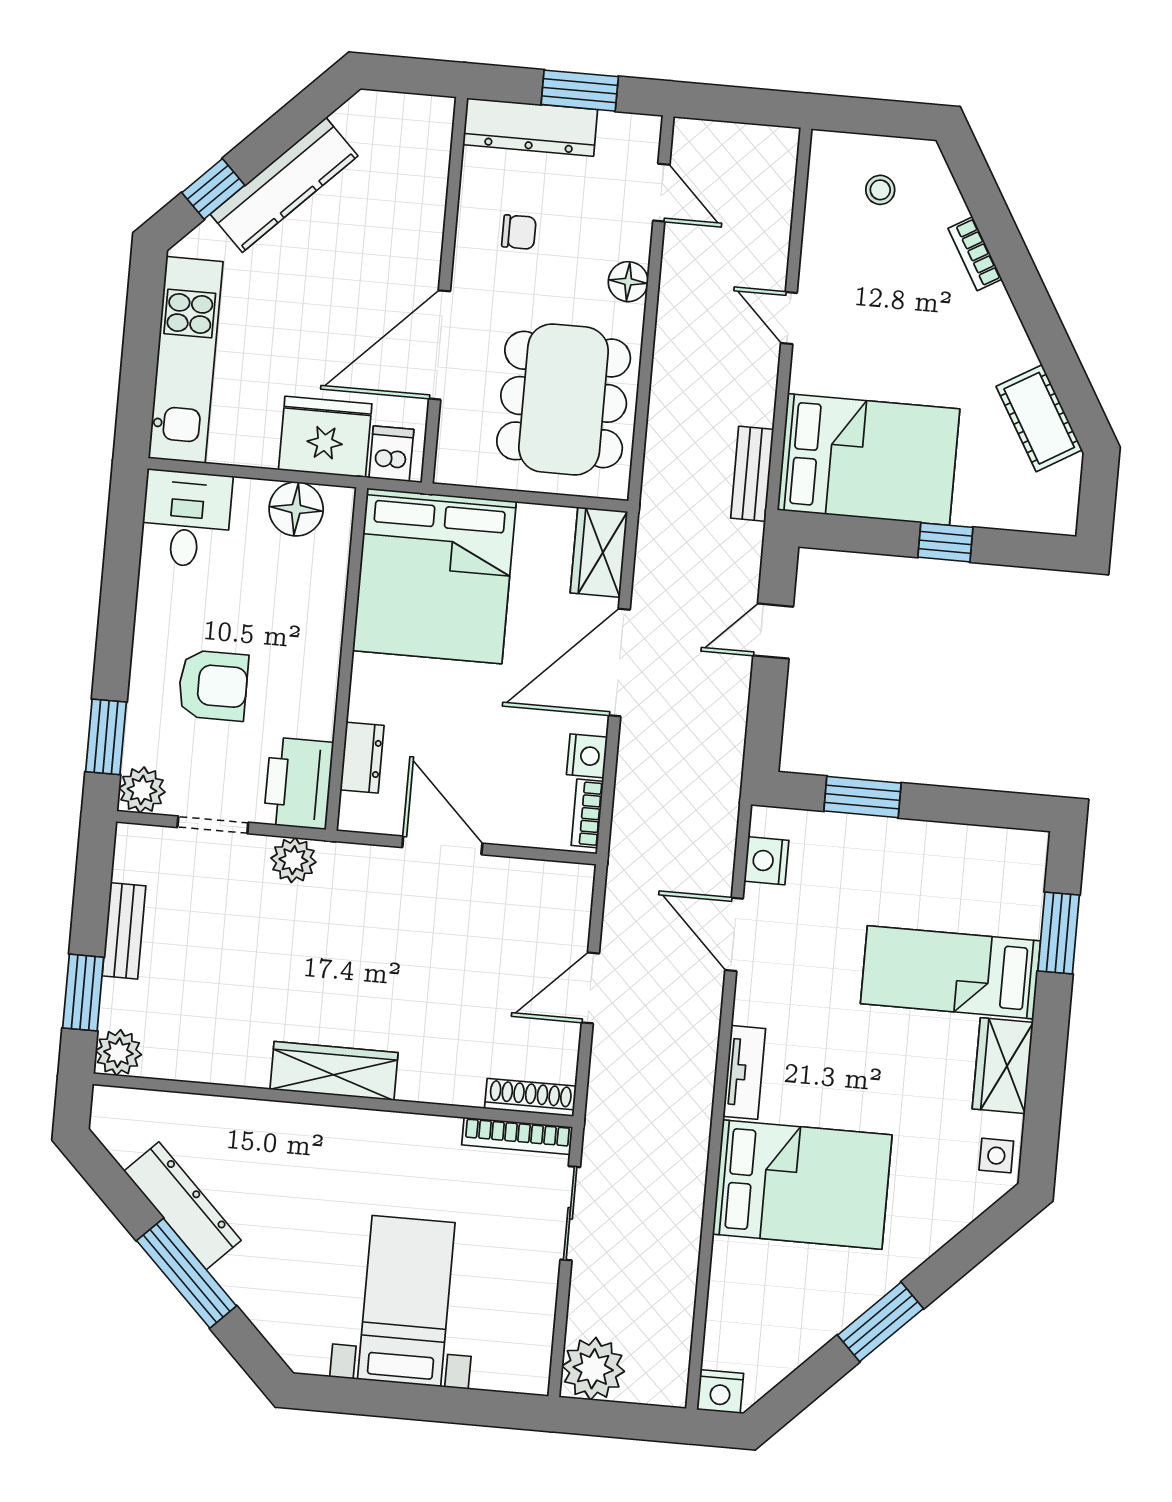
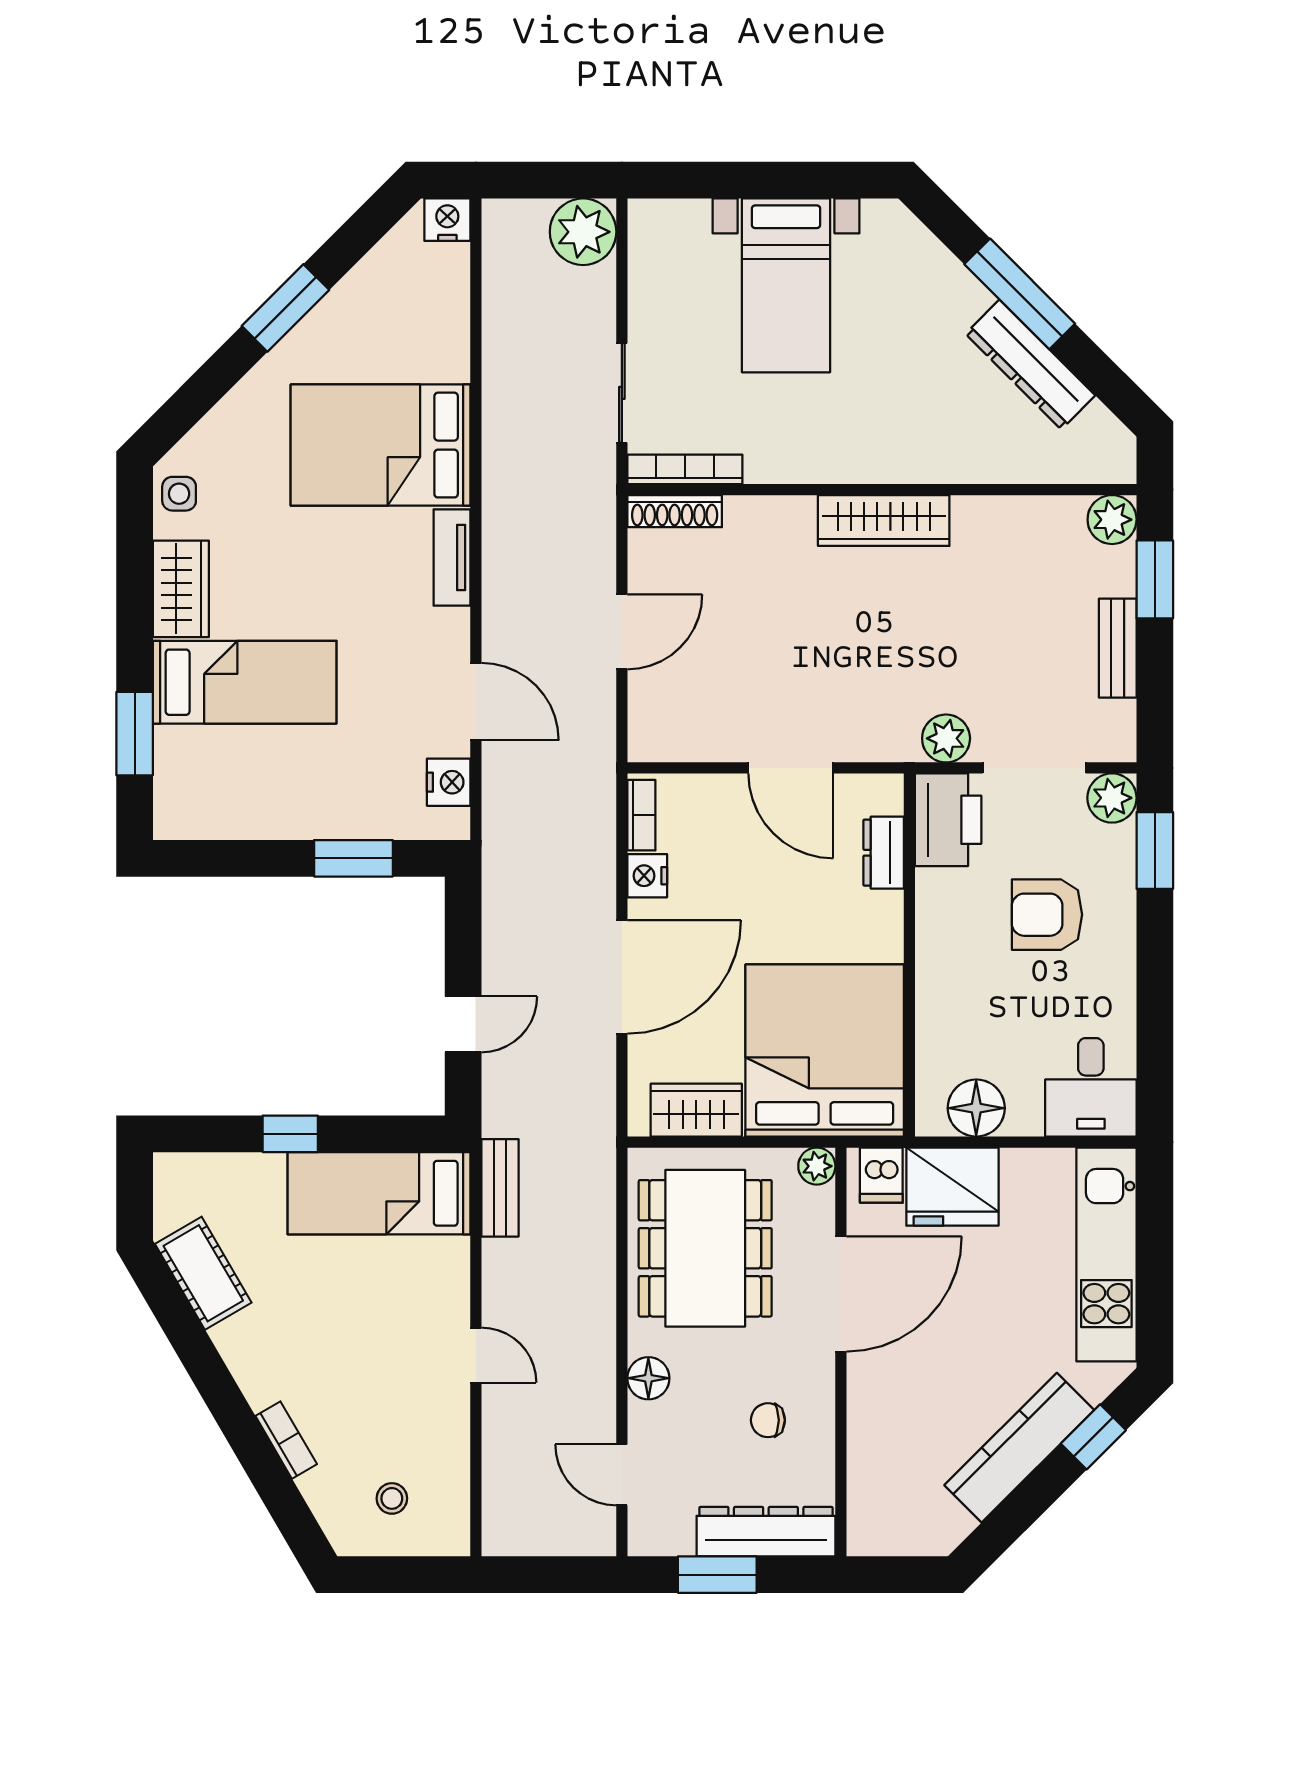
bed: (868, 459) -> (379, 1193), width x0.67
plant: (451, 468) -> (817, 1166), added
wardrobe: (599, 552) -> (696, 1110), moved, turned -90
doorway: (213, 825) -> (1034, 768), width x1.38

